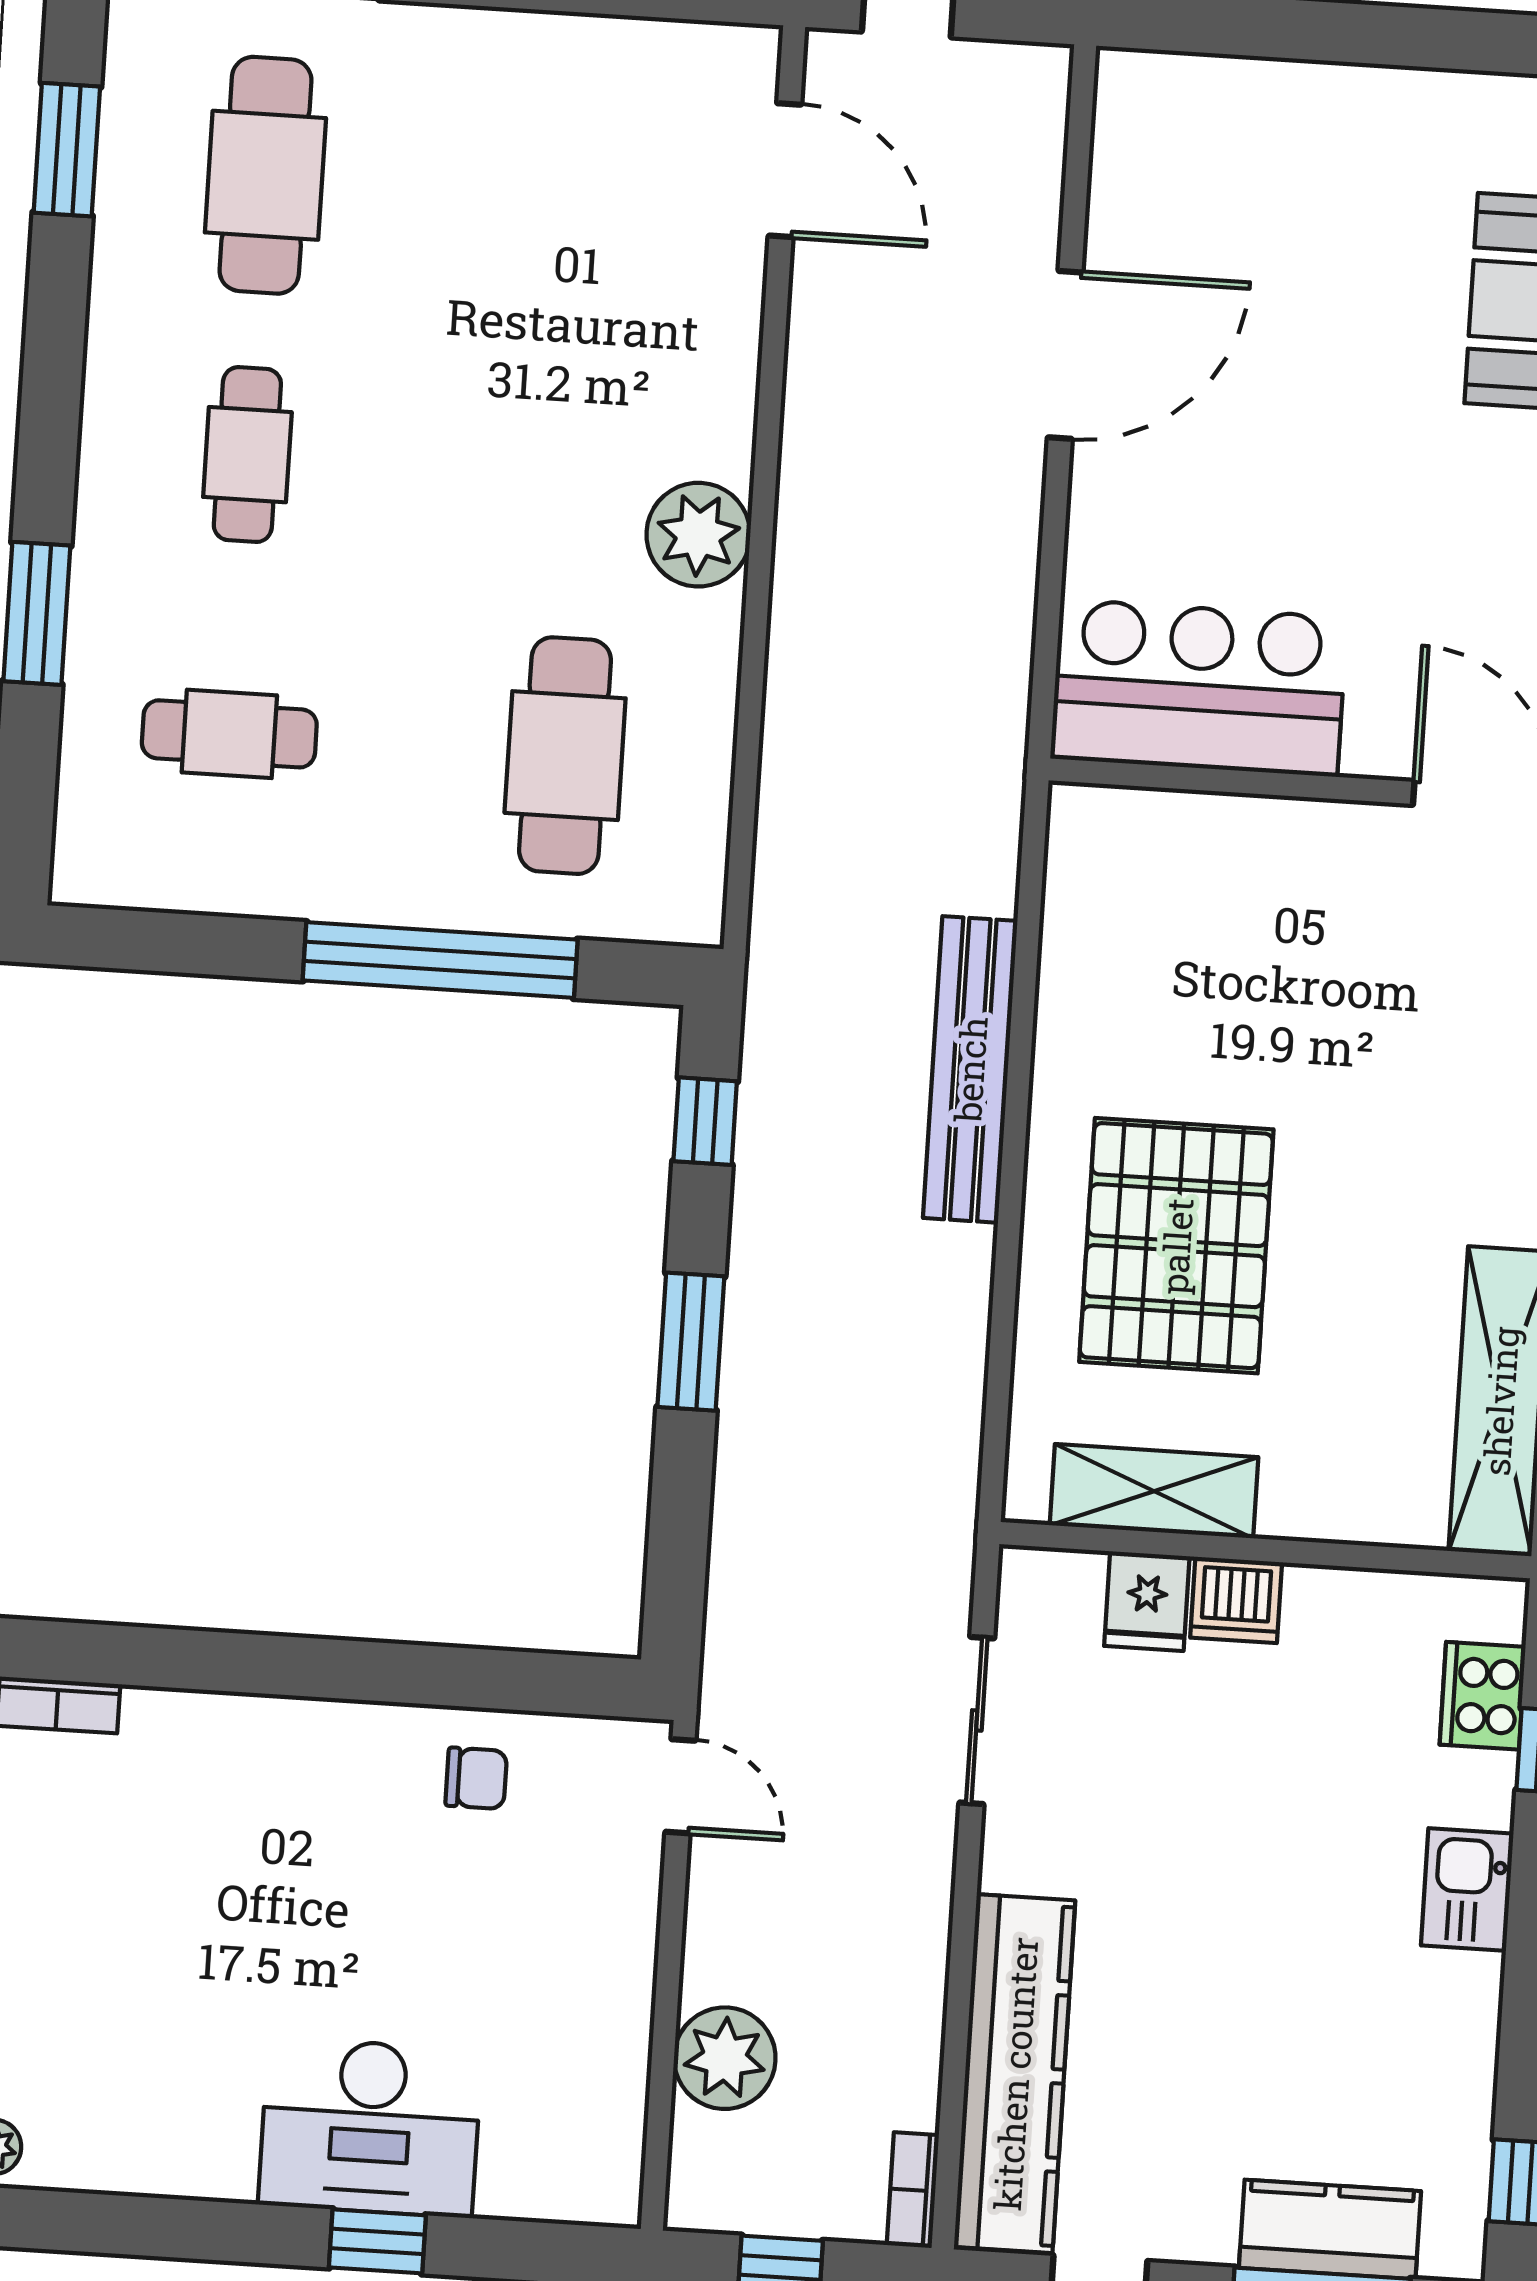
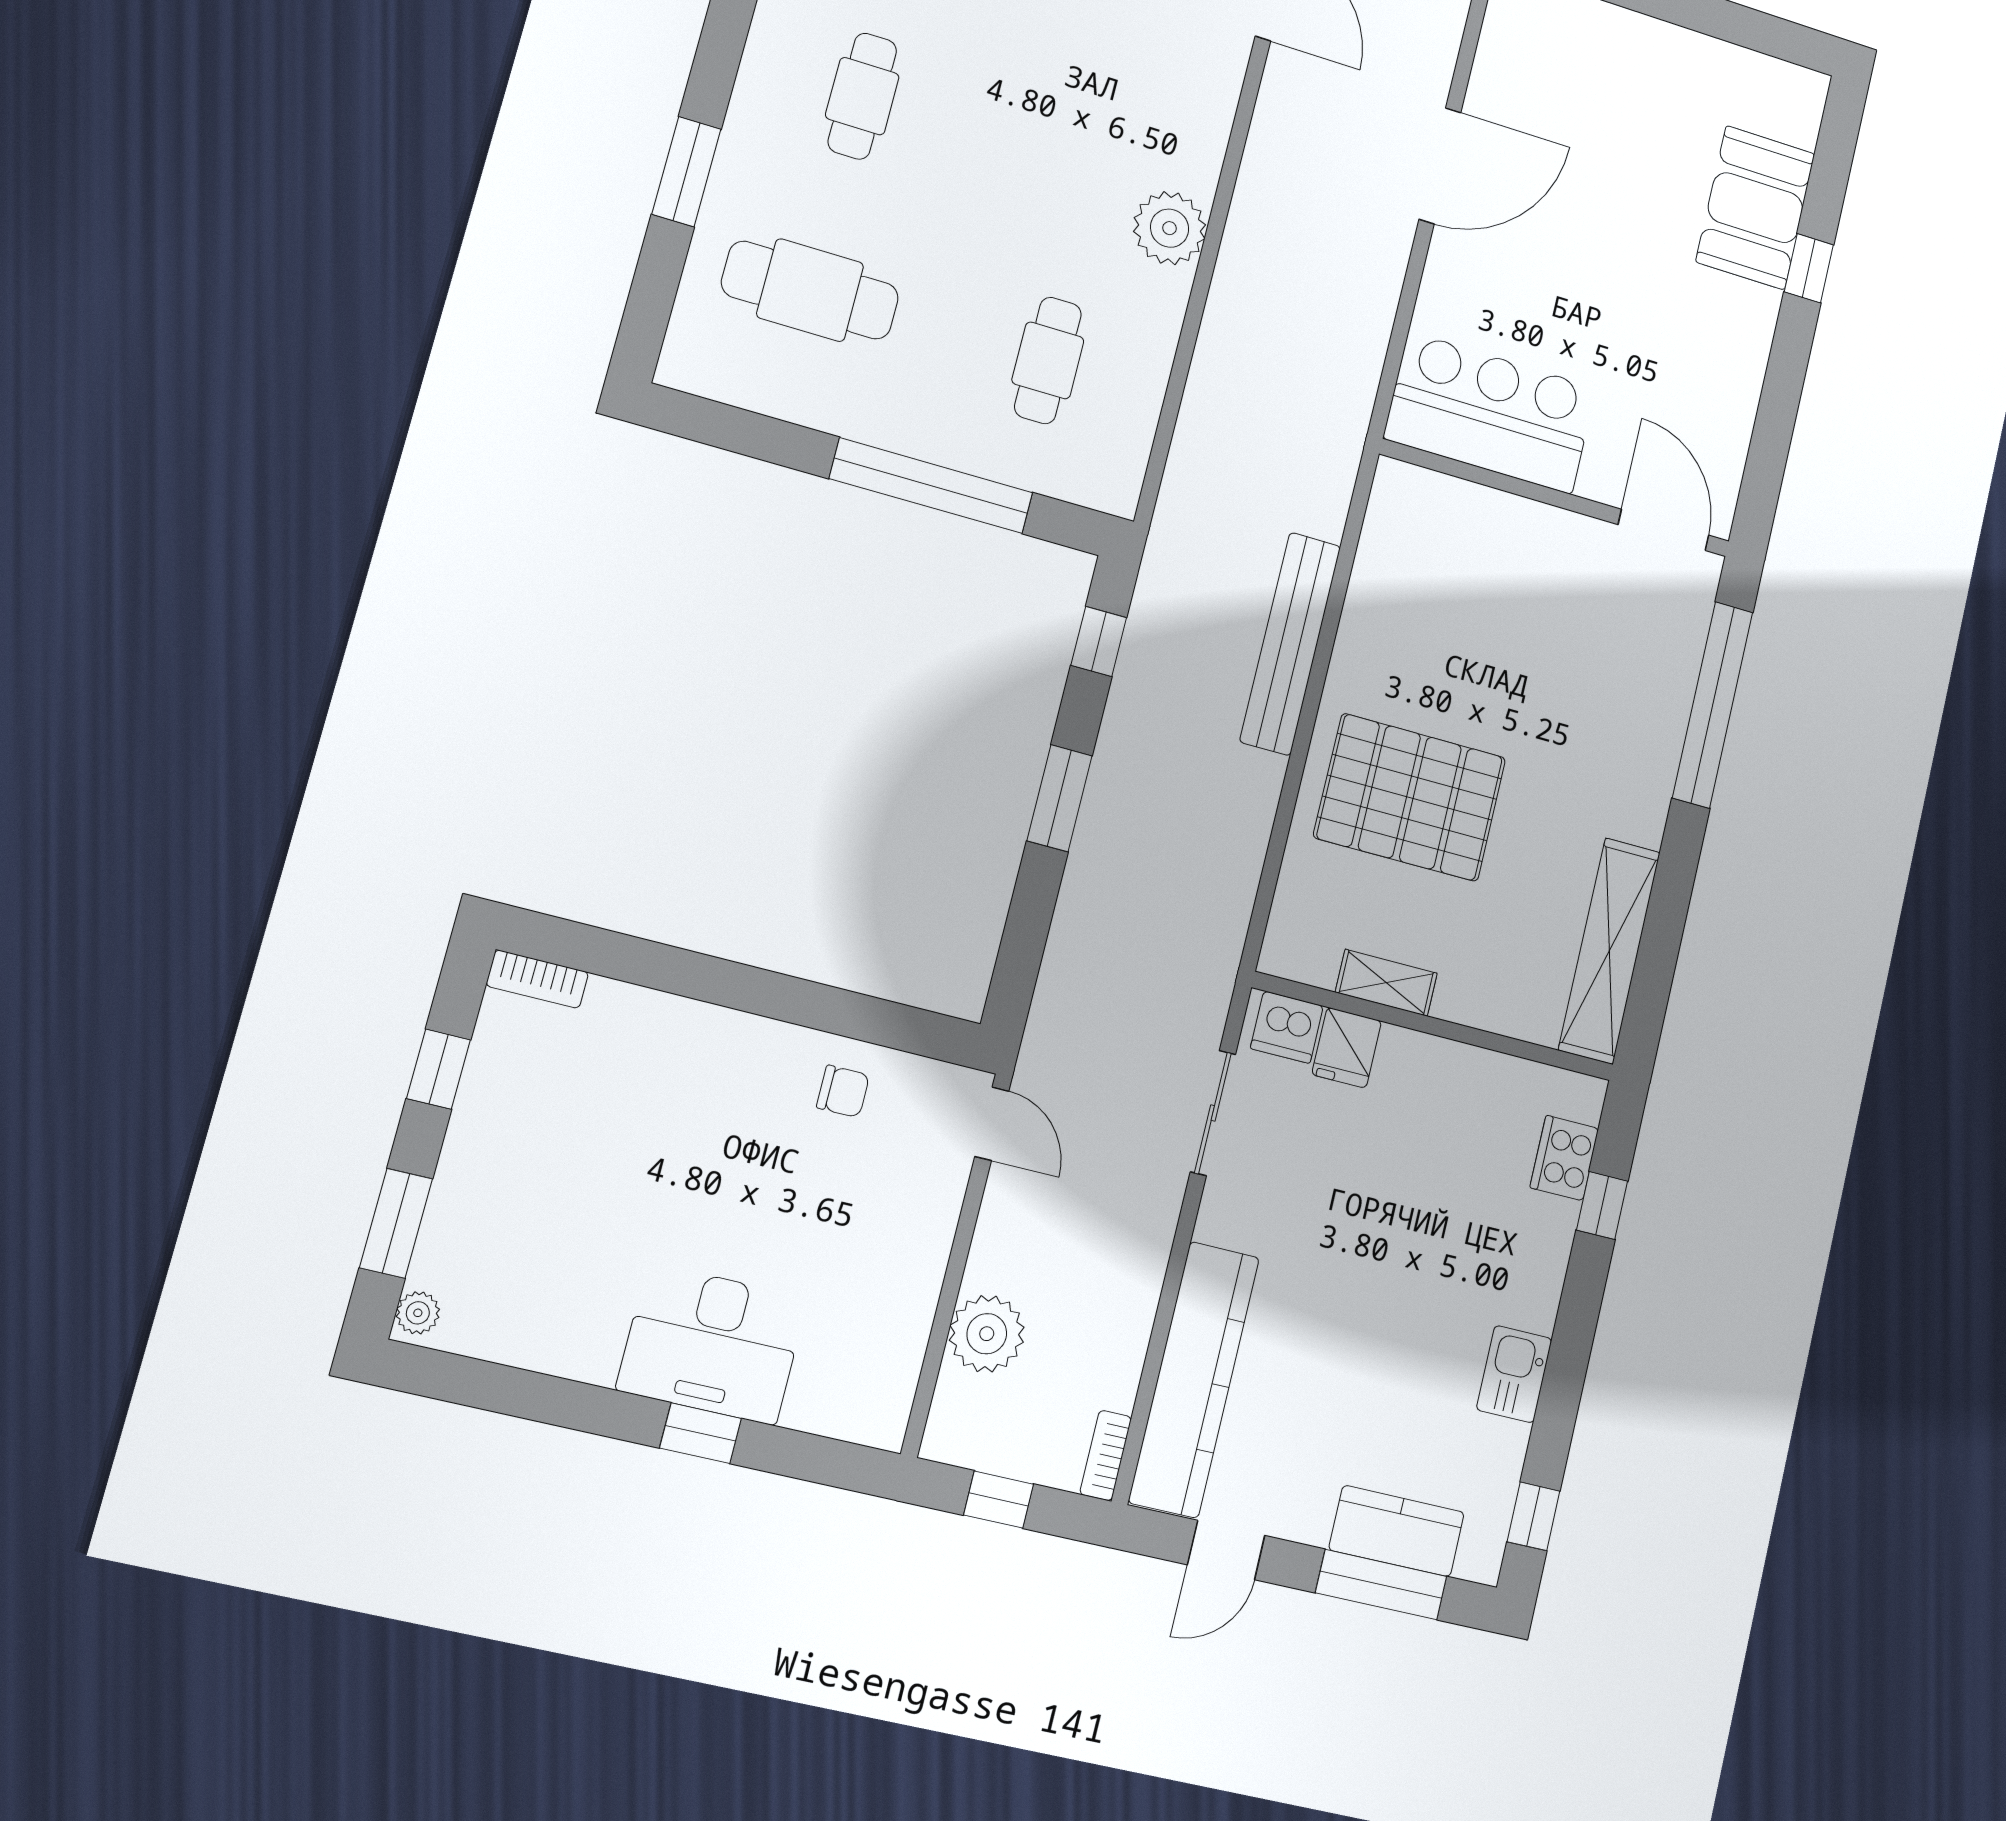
cafe table: (229, 734) -> (810, 290), width x1.37, depth x1.35
cafe table: (565, 756) -> (1048, 360), width x0.73, depth x0.74
pallet: (1176, 1246) -> (1410, 797), turned 90
shelving: (1154, 1491) -> (1386, 983), width x0.67, depth x0.75
dishwasher: (1236, 1600) -> (1287, 1027), moved
kitchen sink: (1467, 1890) -> (1514, 1374), moved

